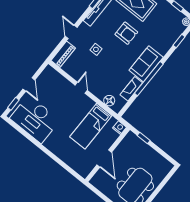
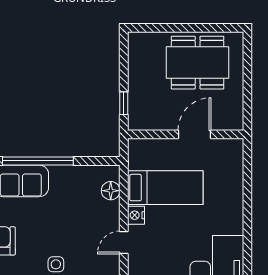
fireplace: (131, 89) -> (71, 174), removed
nightstand: (120, 128) -> (136, 215), moved

